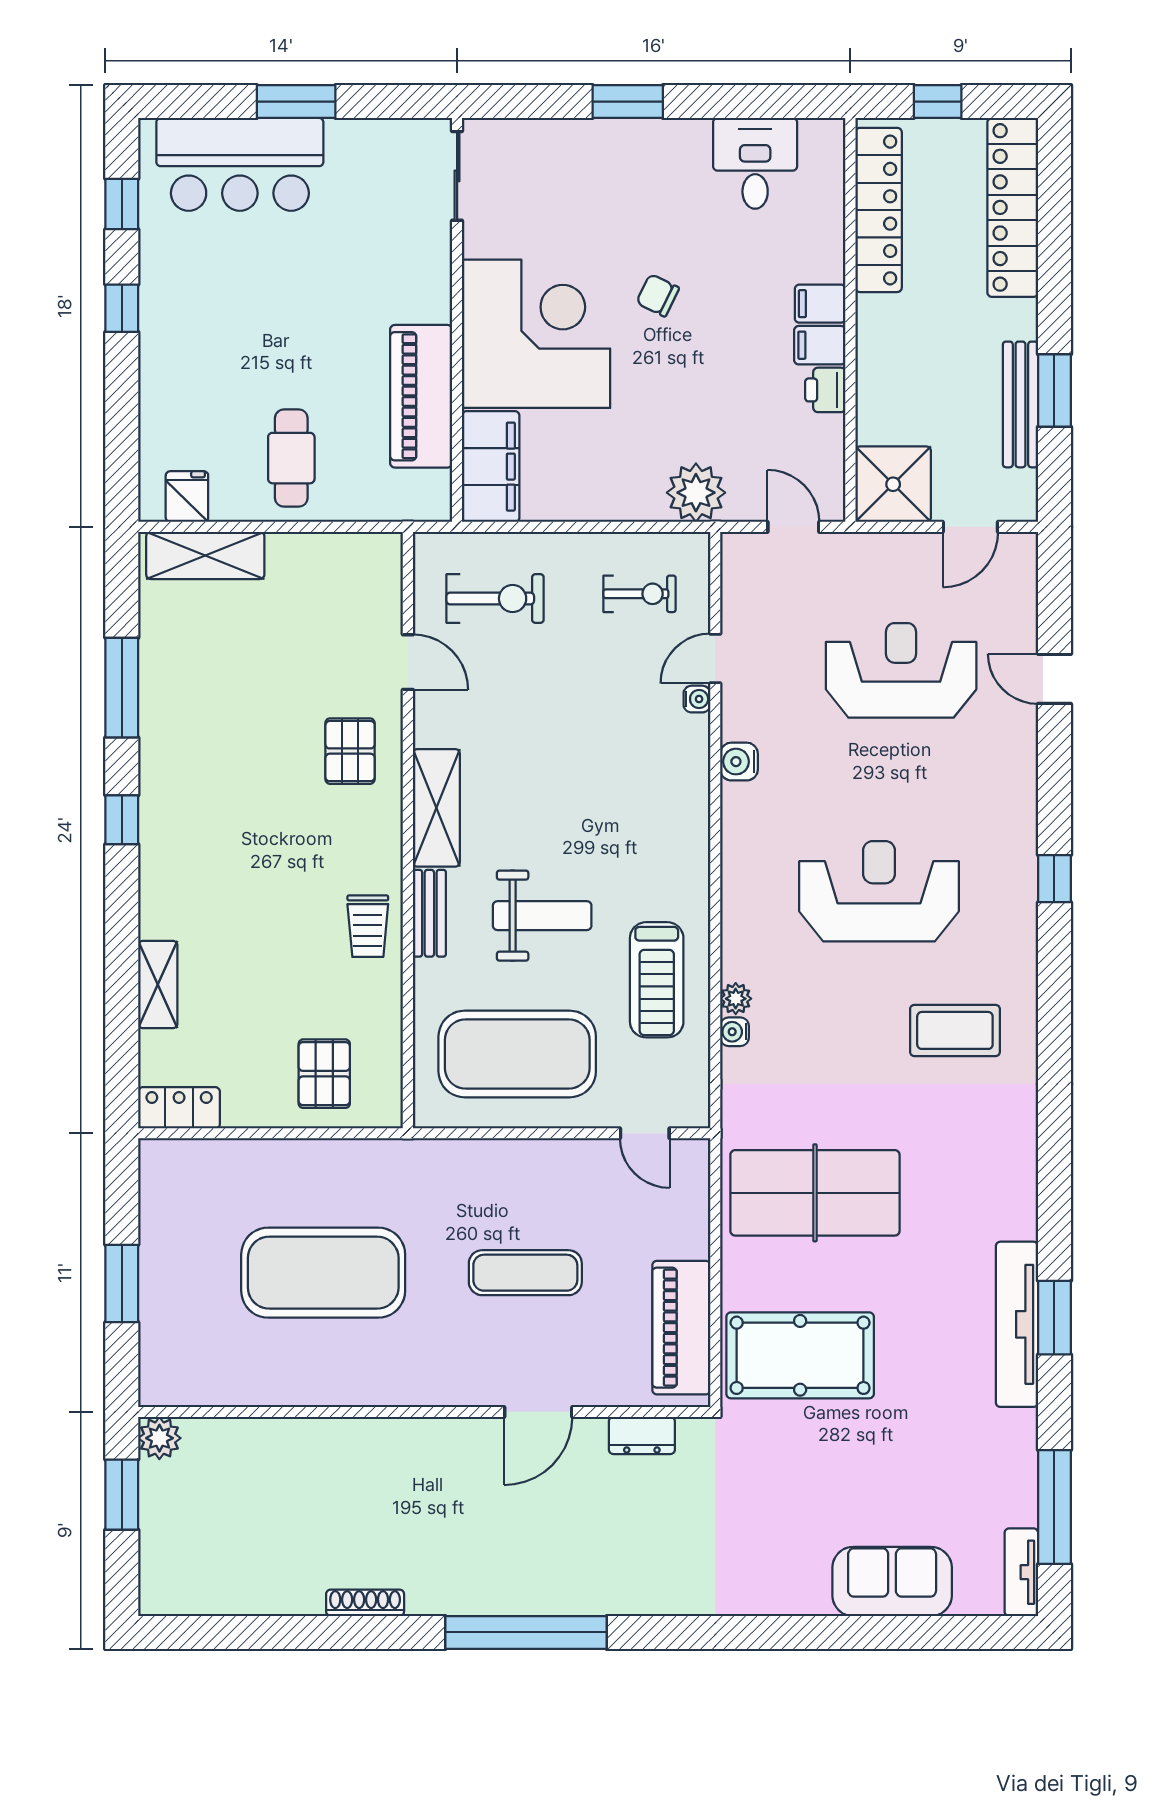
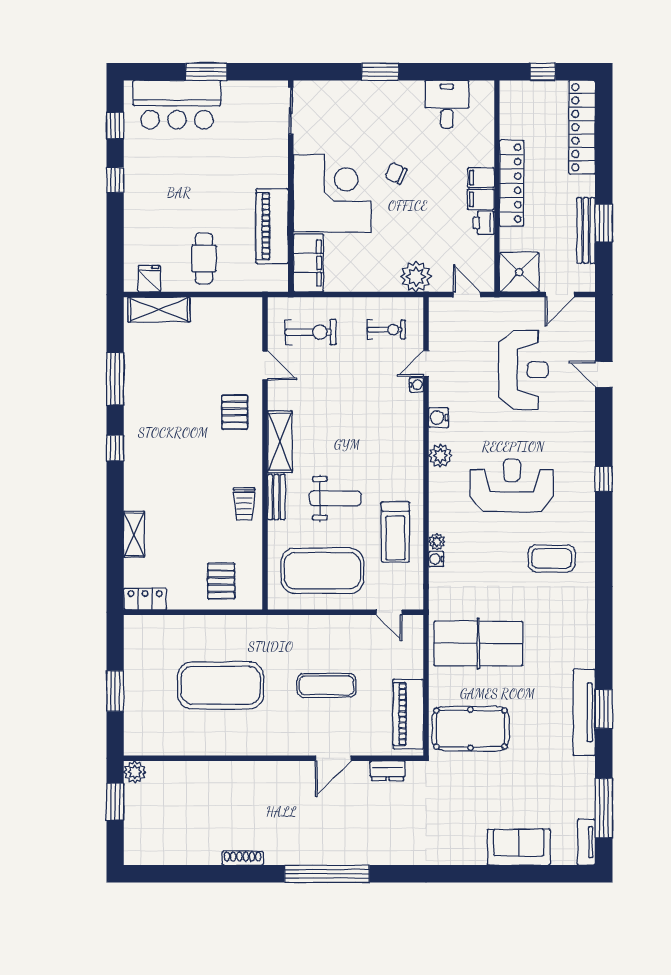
locker: (879, 210) -> (512, 183), moved
reception desk: (901, 670) -> (523, 370), turned 90
plant: (742, 834) -> (440, 456), added

